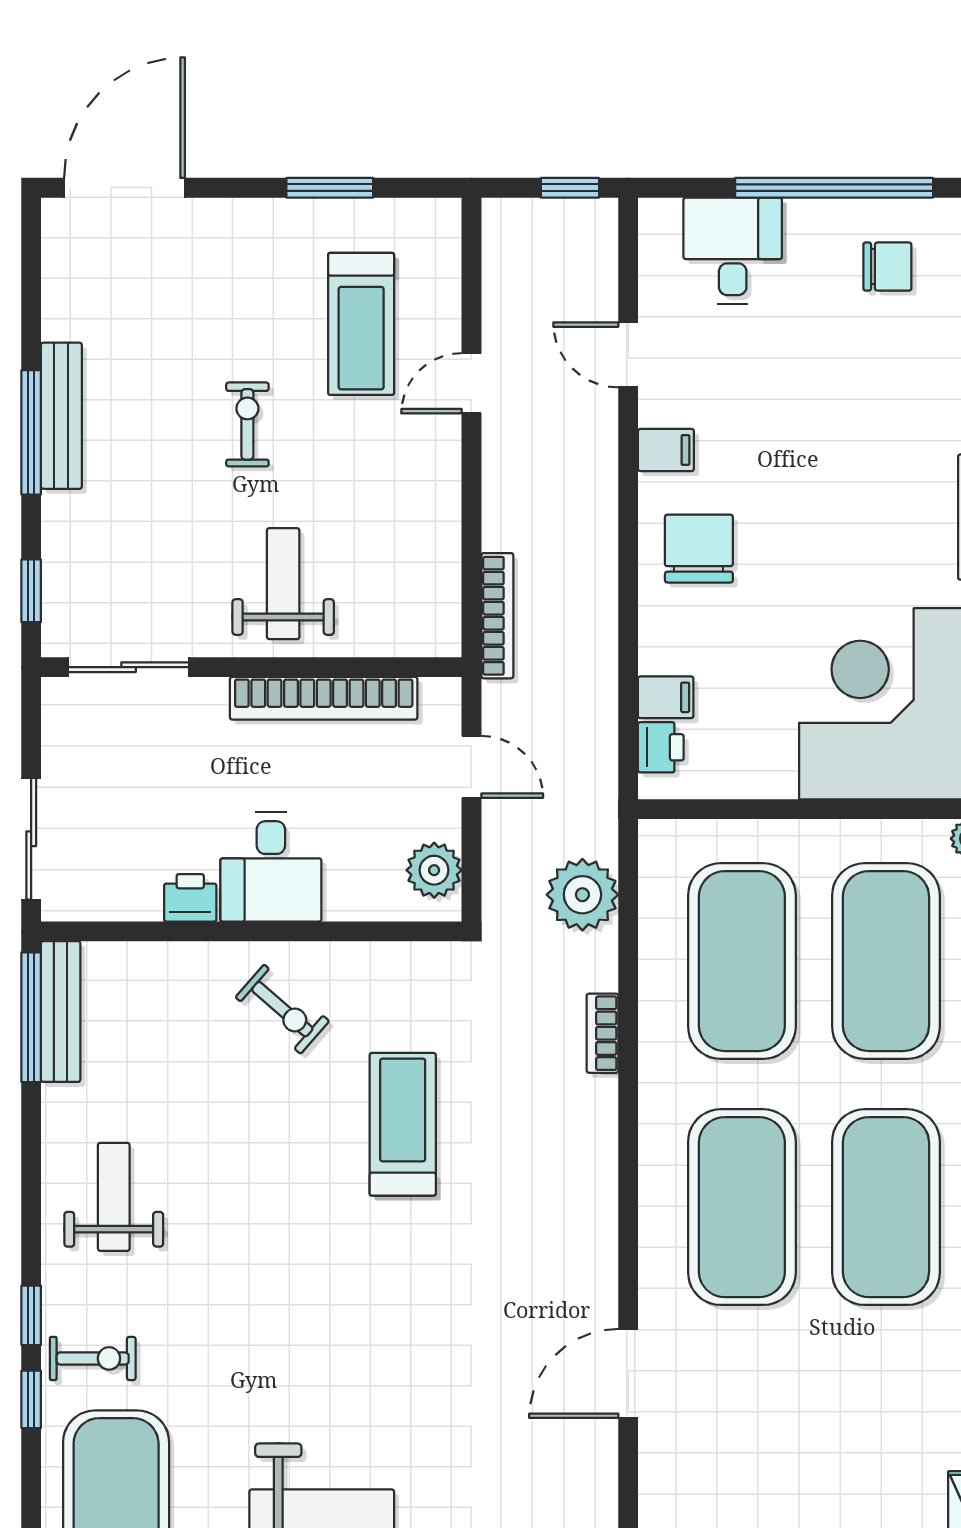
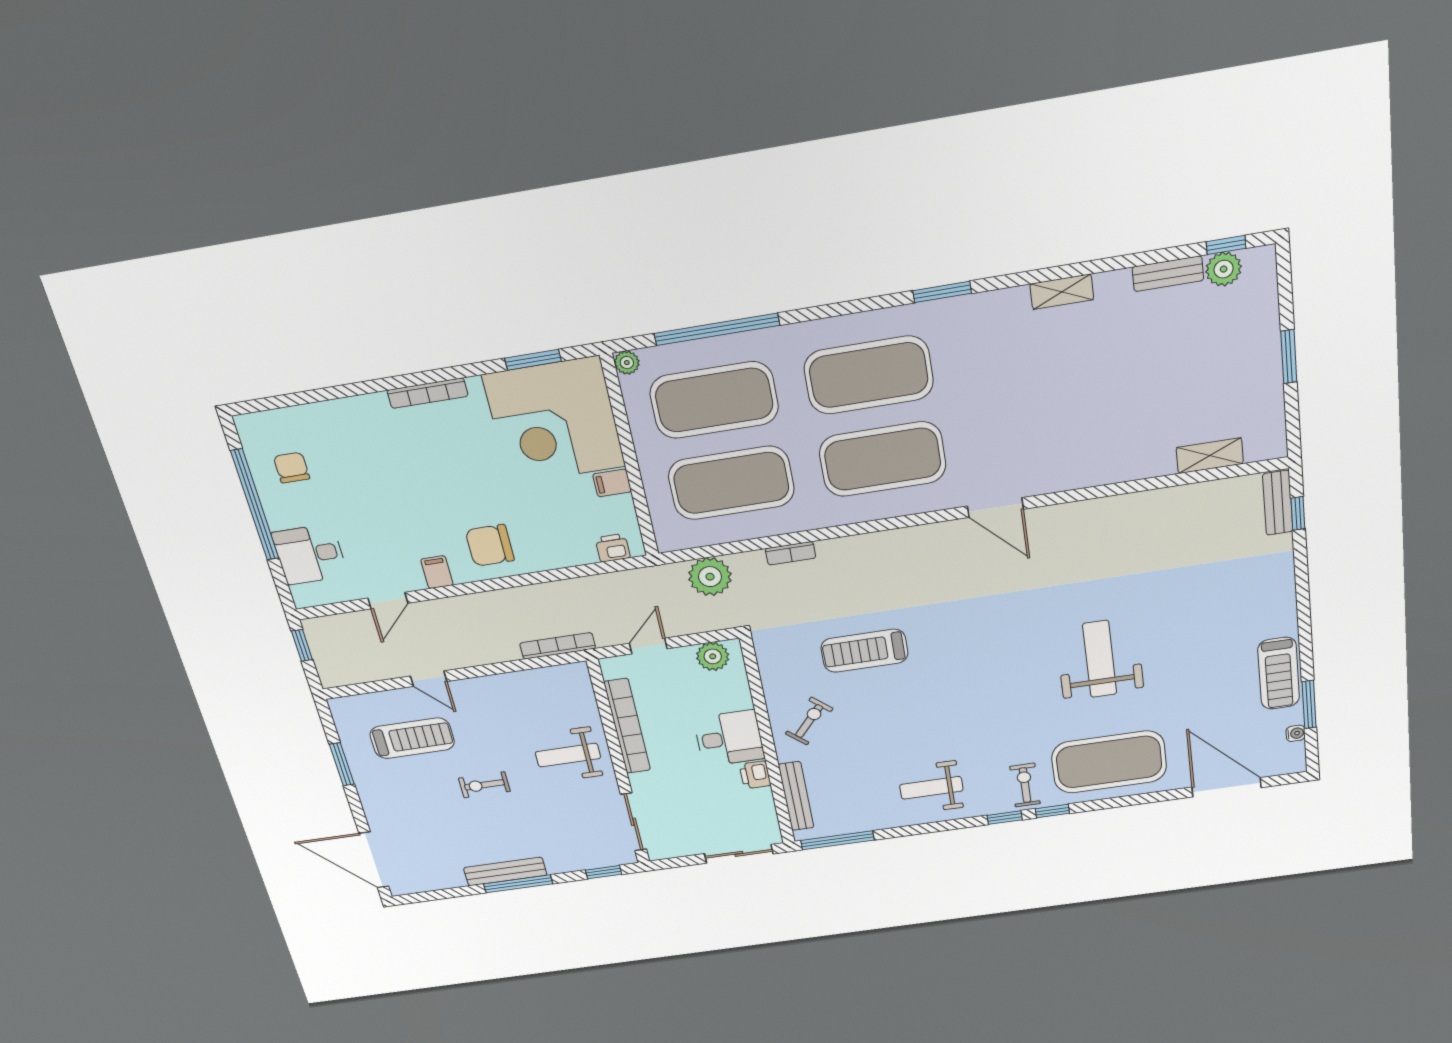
filing cabinet: (666, 697) -> (612, 483), moved, turned -90
bench: (61, 1012) -> (796, 796), moved, turned 90

